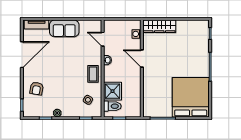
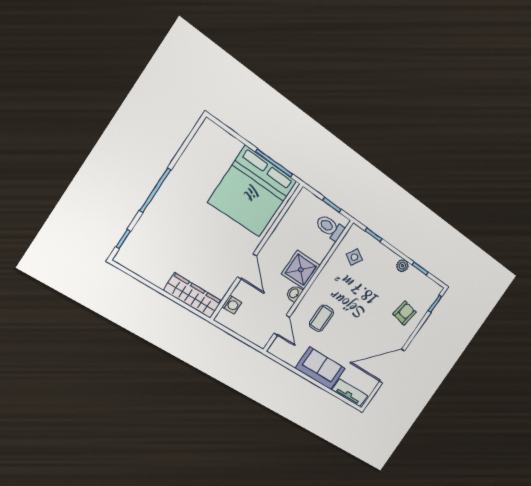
coffee table: (93, 74) -> (321, 318), moved
shower: (113, 91) -> (301, 270), moved
bed: (191, 97) -> (252, 192), moved

